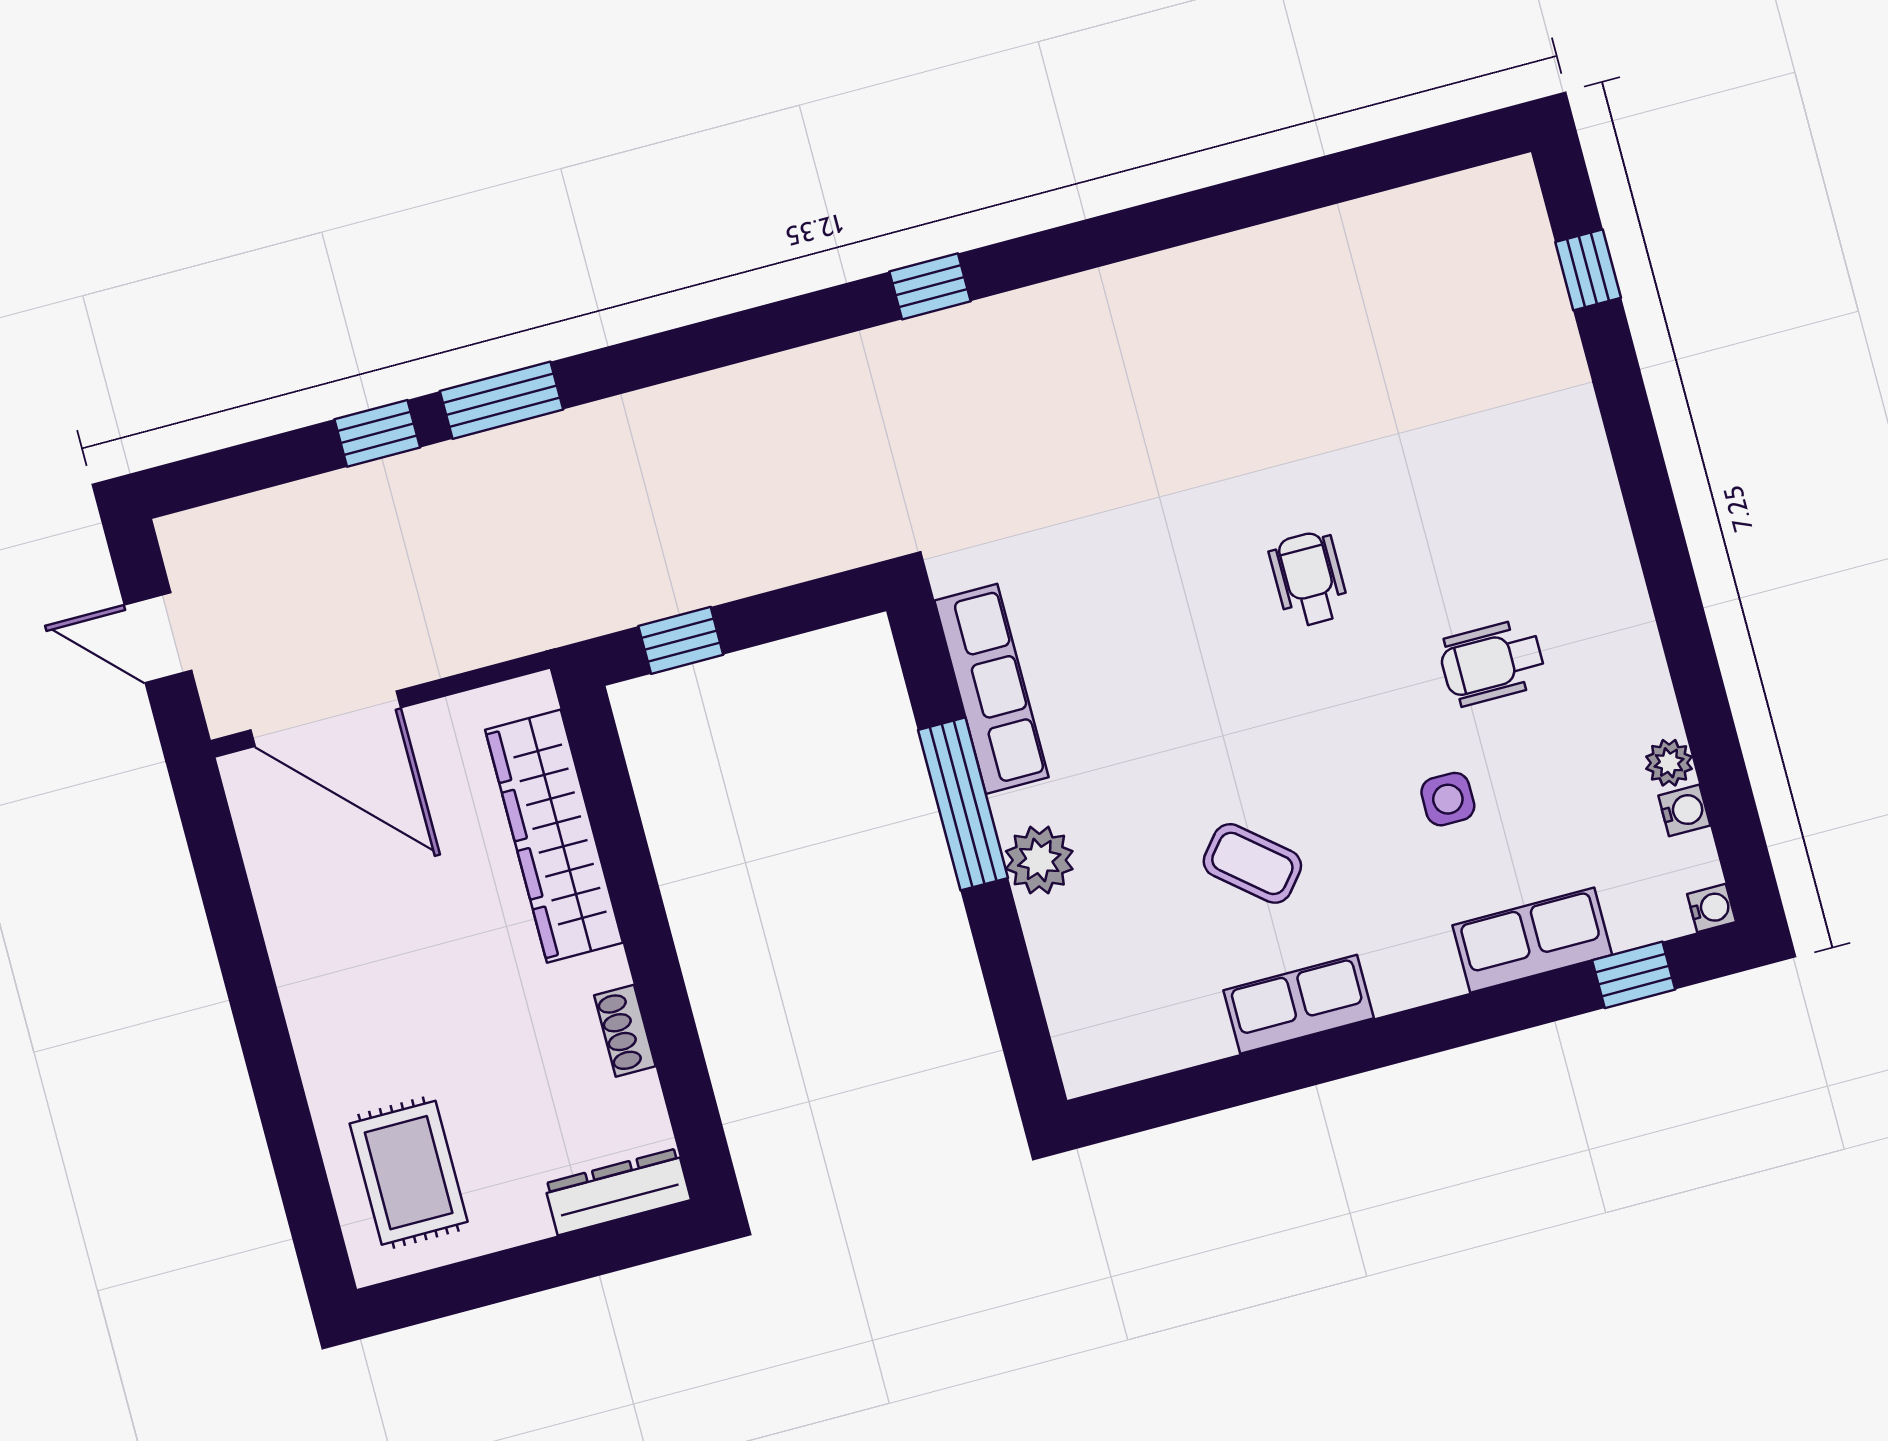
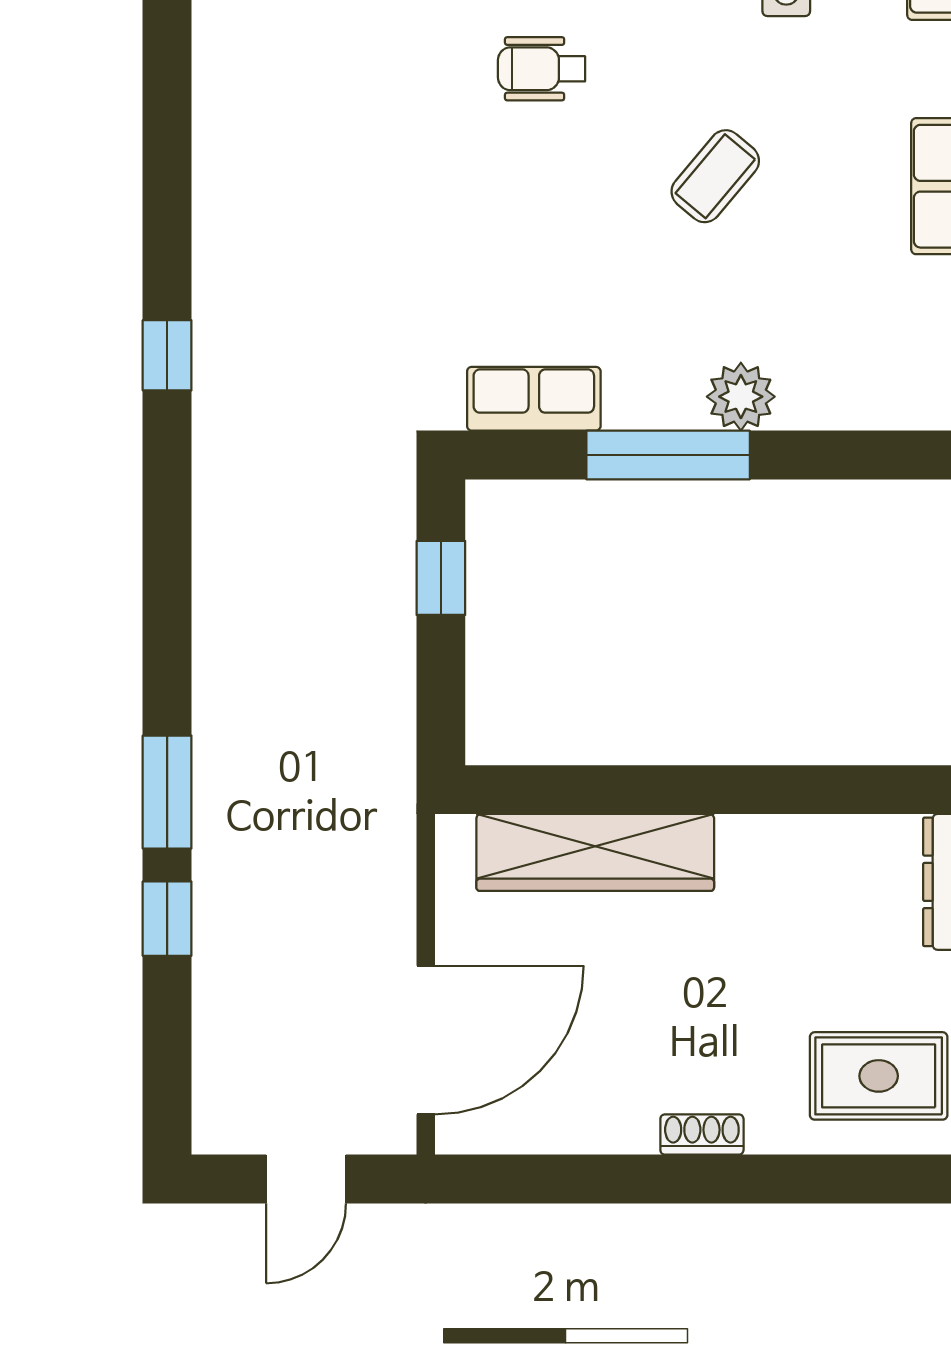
window: (681, 640) -> (441, 578), moved
row of seats: (991, 689) -> (534, 399), width x0.68
coffee table: (1252, 863) -> (715, 176), moved
shoe rack: (625, 1031) -> (702, 1134), moved, turned 180

